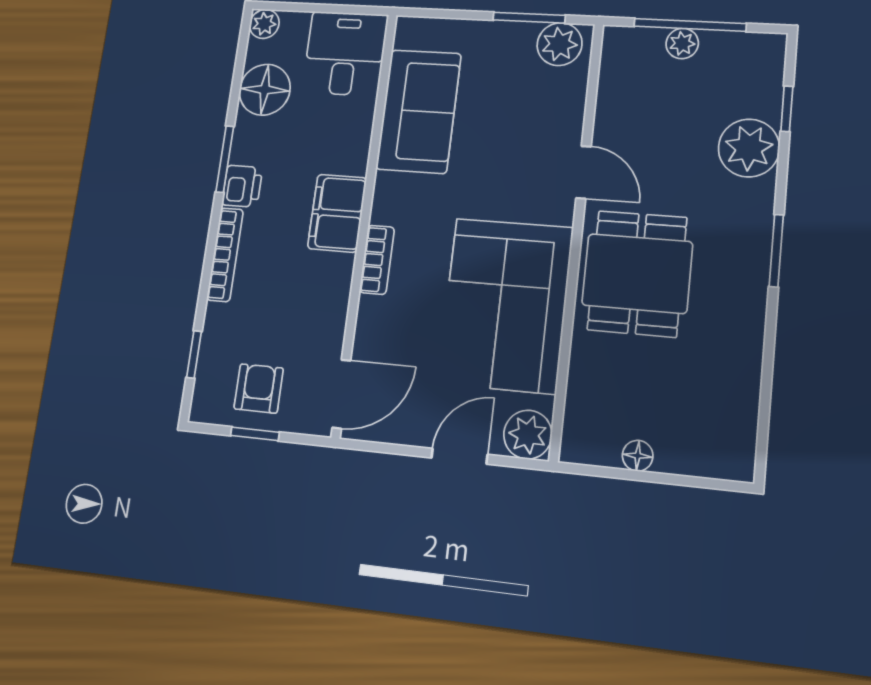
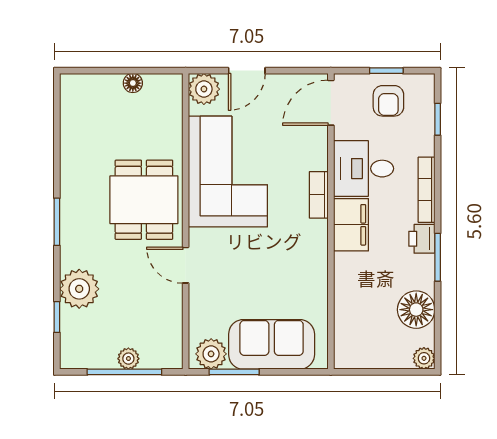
desk: (345, 54) -> (364, 169), moved, turned 90
sofa: (419, 111) -> (272, 344), moved, turned 90

